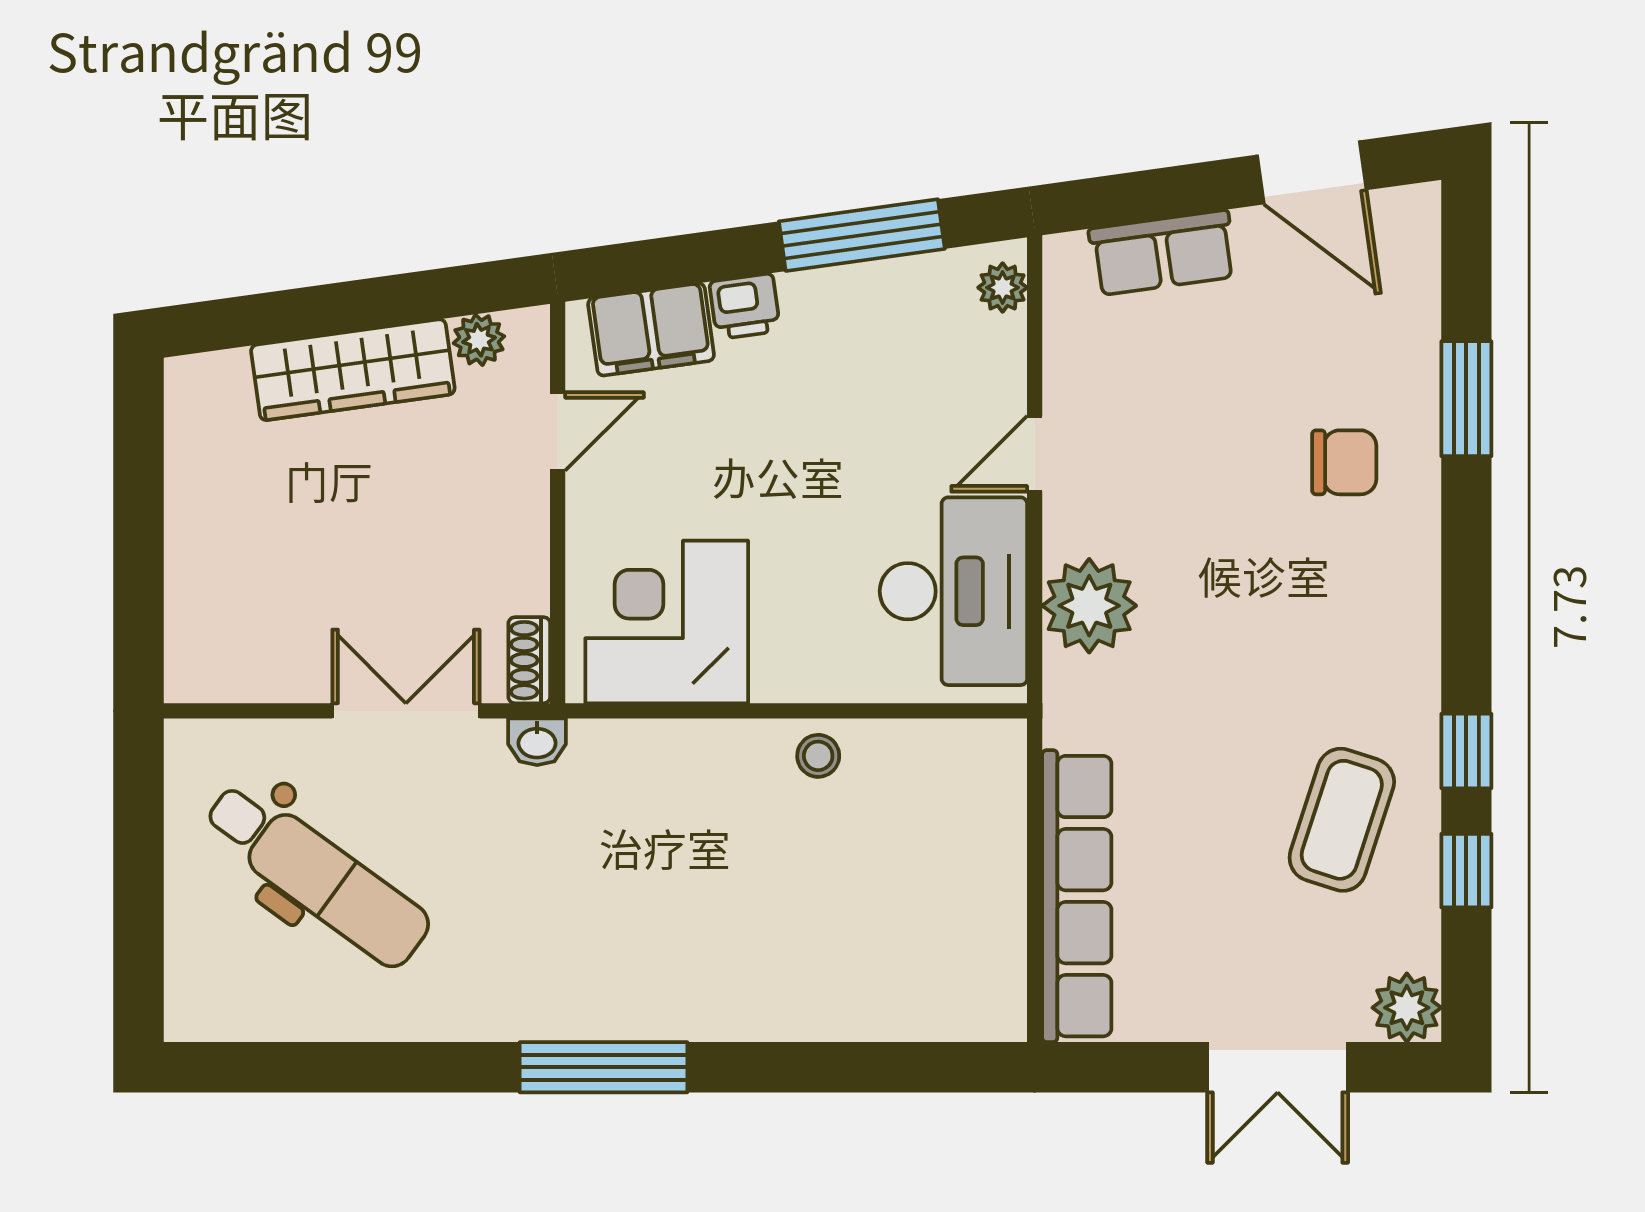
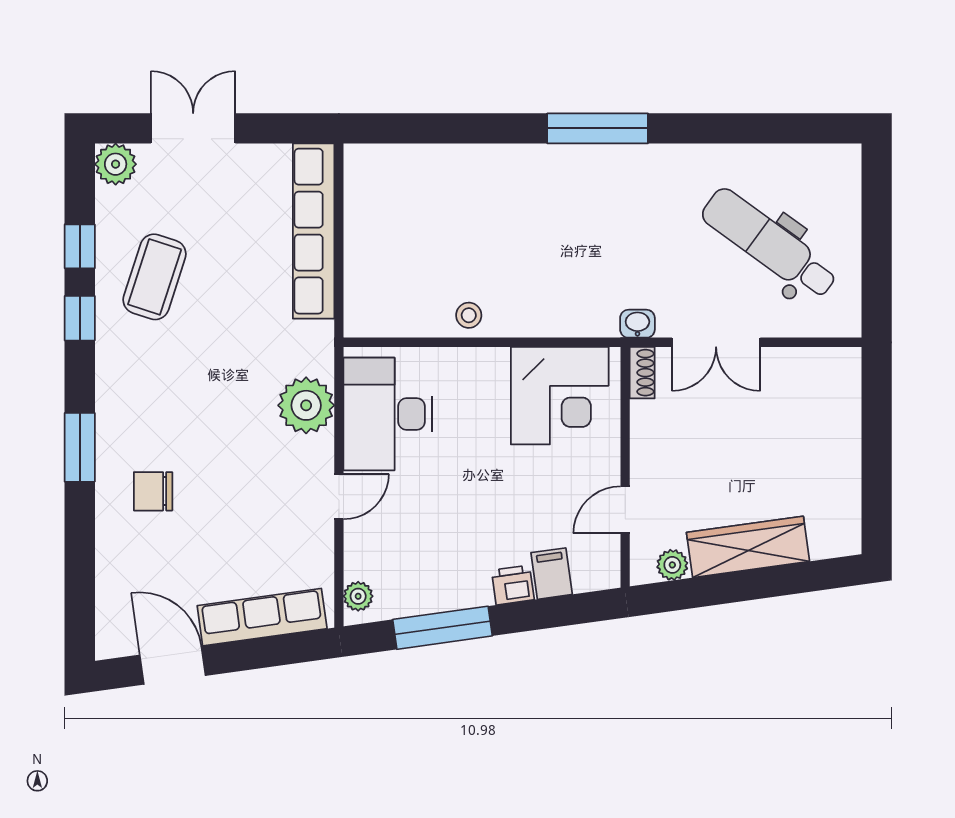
row of seats: (1163, 253) -> (262, 617), width x1.48
filing cabinet: (651, 329) -> (552, 574), width x0.50
window: (1466, 399) -> (80, 447), moved

